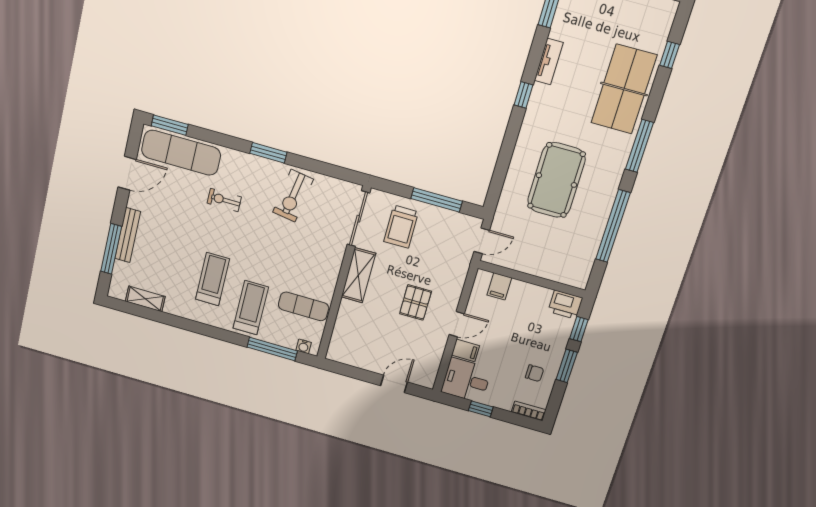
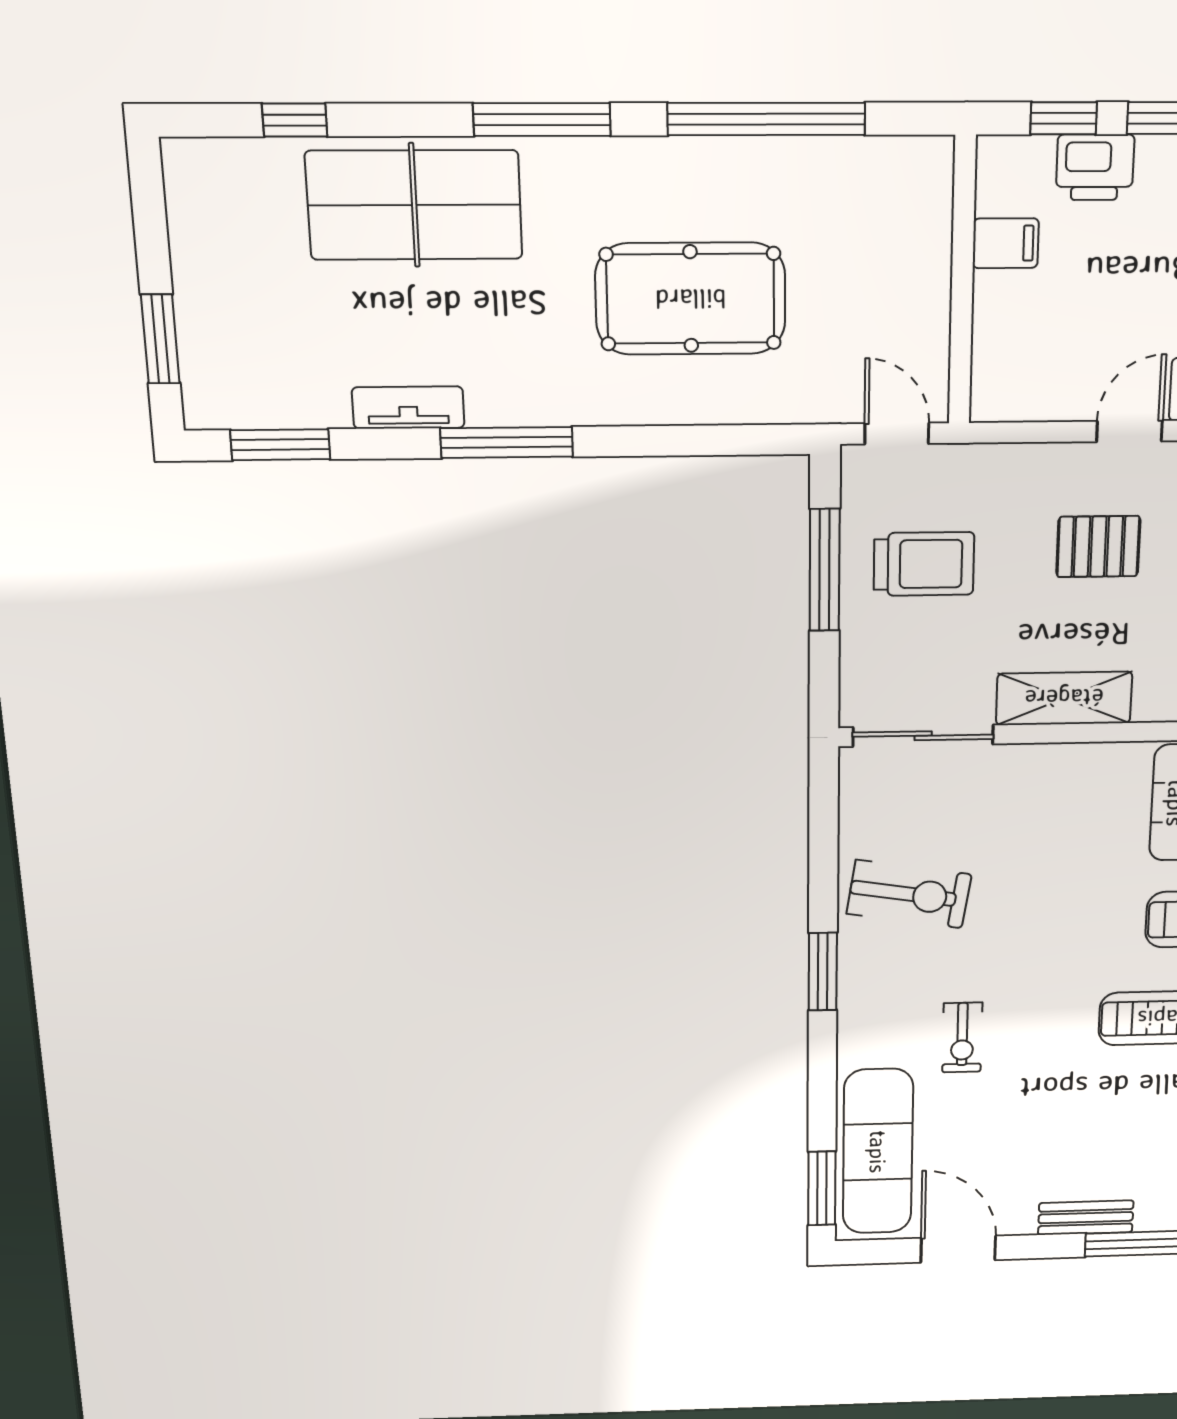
window: (523, 95) -> (507, 442), width x2.17
trolley: (401, 227) -> (924, 564), moved
bench: (128, 235) -> (1086, 1218), width x0.73
filing cabinet: (499, 286) -> (1006, 243), moved
printer: (565, 305) -> (1095, 167), moved, turned 90
door: (457, 324) -> (1129, 431), hinge flipped

